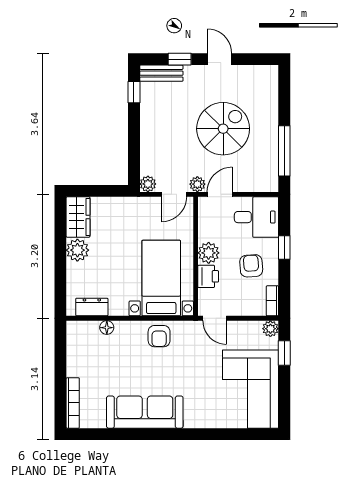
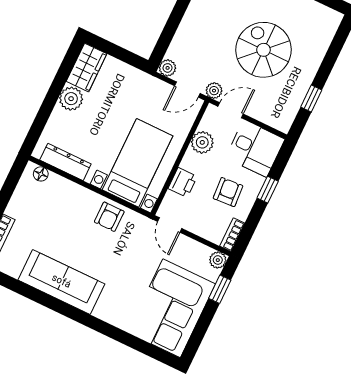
spiral stairs: (223, 129) -> (263, 50), turned -90
window: (284, 151) -> (311, 98), width x0.46
plant: (209, 253) -> (202, 142), moved
dresser: (92, 307) -> (65, 162), width x1.44
floor lamp: (107, 328) -> (41, 174), moved

